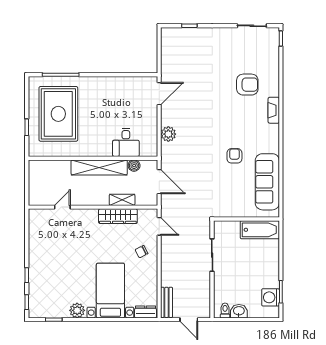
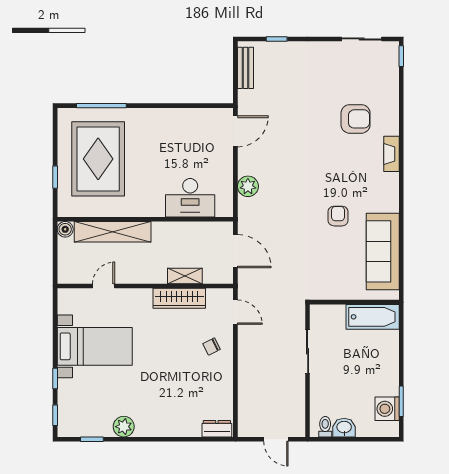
desk: (126, 142) -> (190, 198), width x1.37
boiler: (134, 166) -> (65, 229), moved
shelving: (99, 167) -> (113, 232), moved
bed with nightstands: (110, 291) -> (95, 346), moved, turned 90
bench: (167, 302) -> (245, 68), moved

